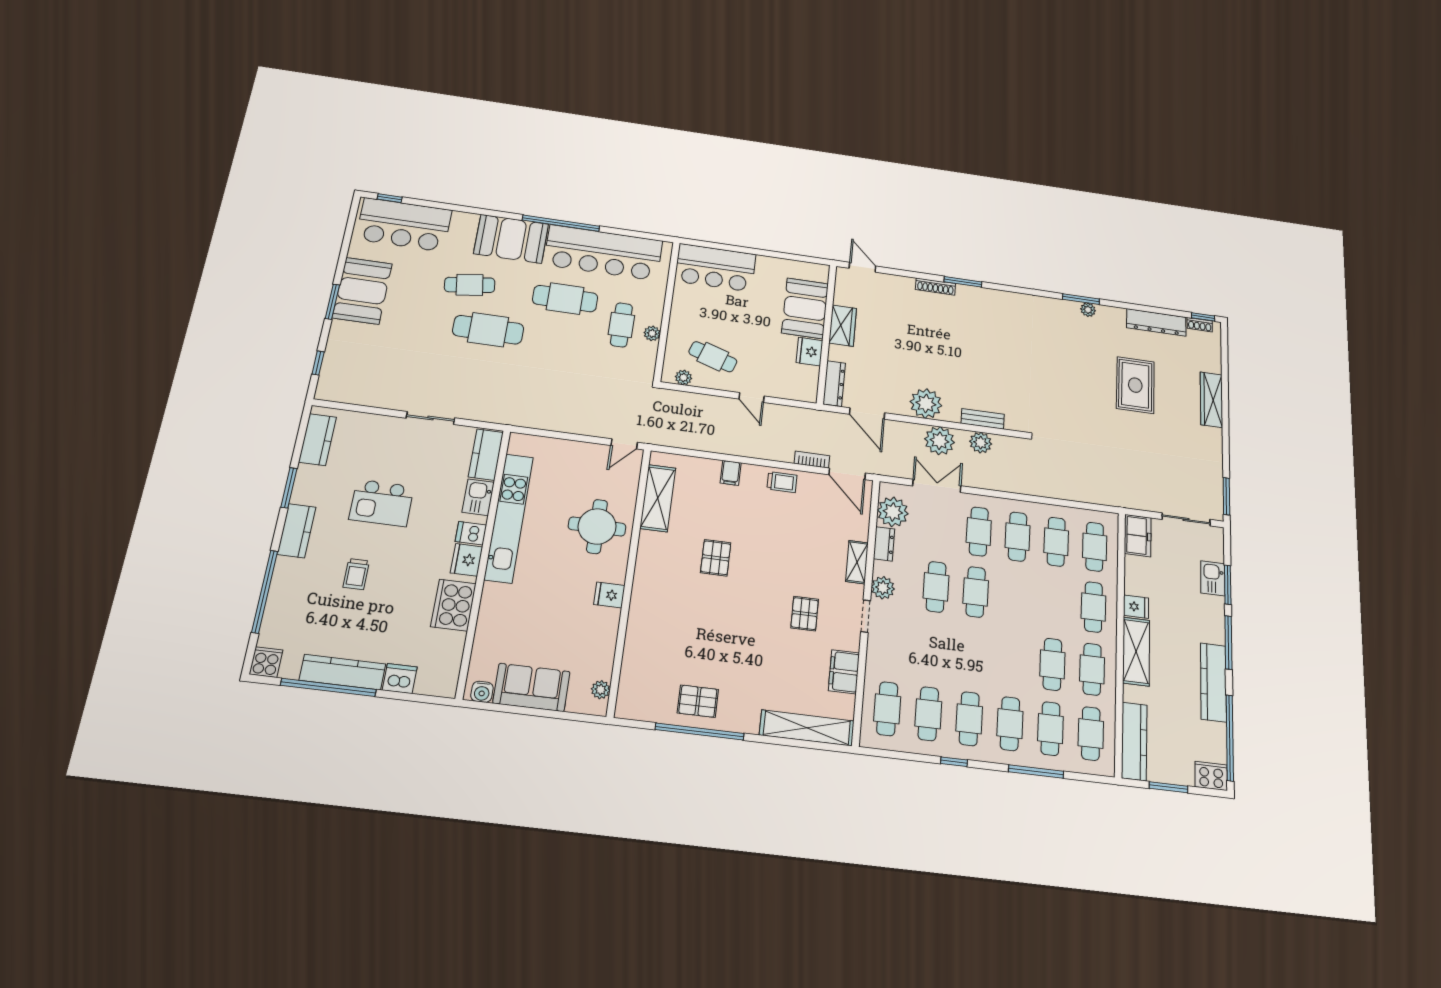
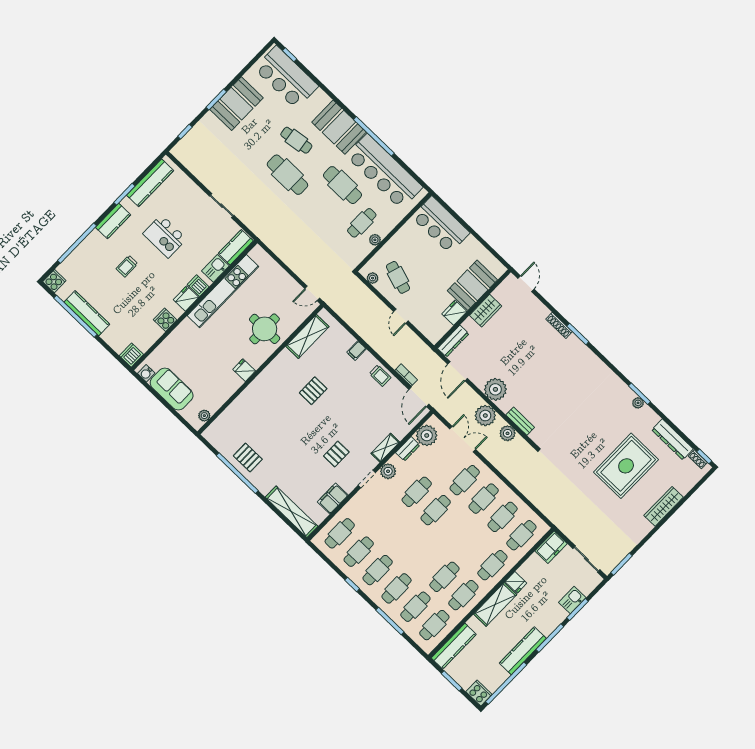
rug: (1135, 385) -> (626, 466), width x1.37, depth x1.44
kitchen counter: (317, 440) -> (150, 183), width x1.50
cooker: (453, 605) -> (165, 320), width x0.53, depth x0.76
dishwasher: (400, 678) -> (131, 355), moved, turned -90

